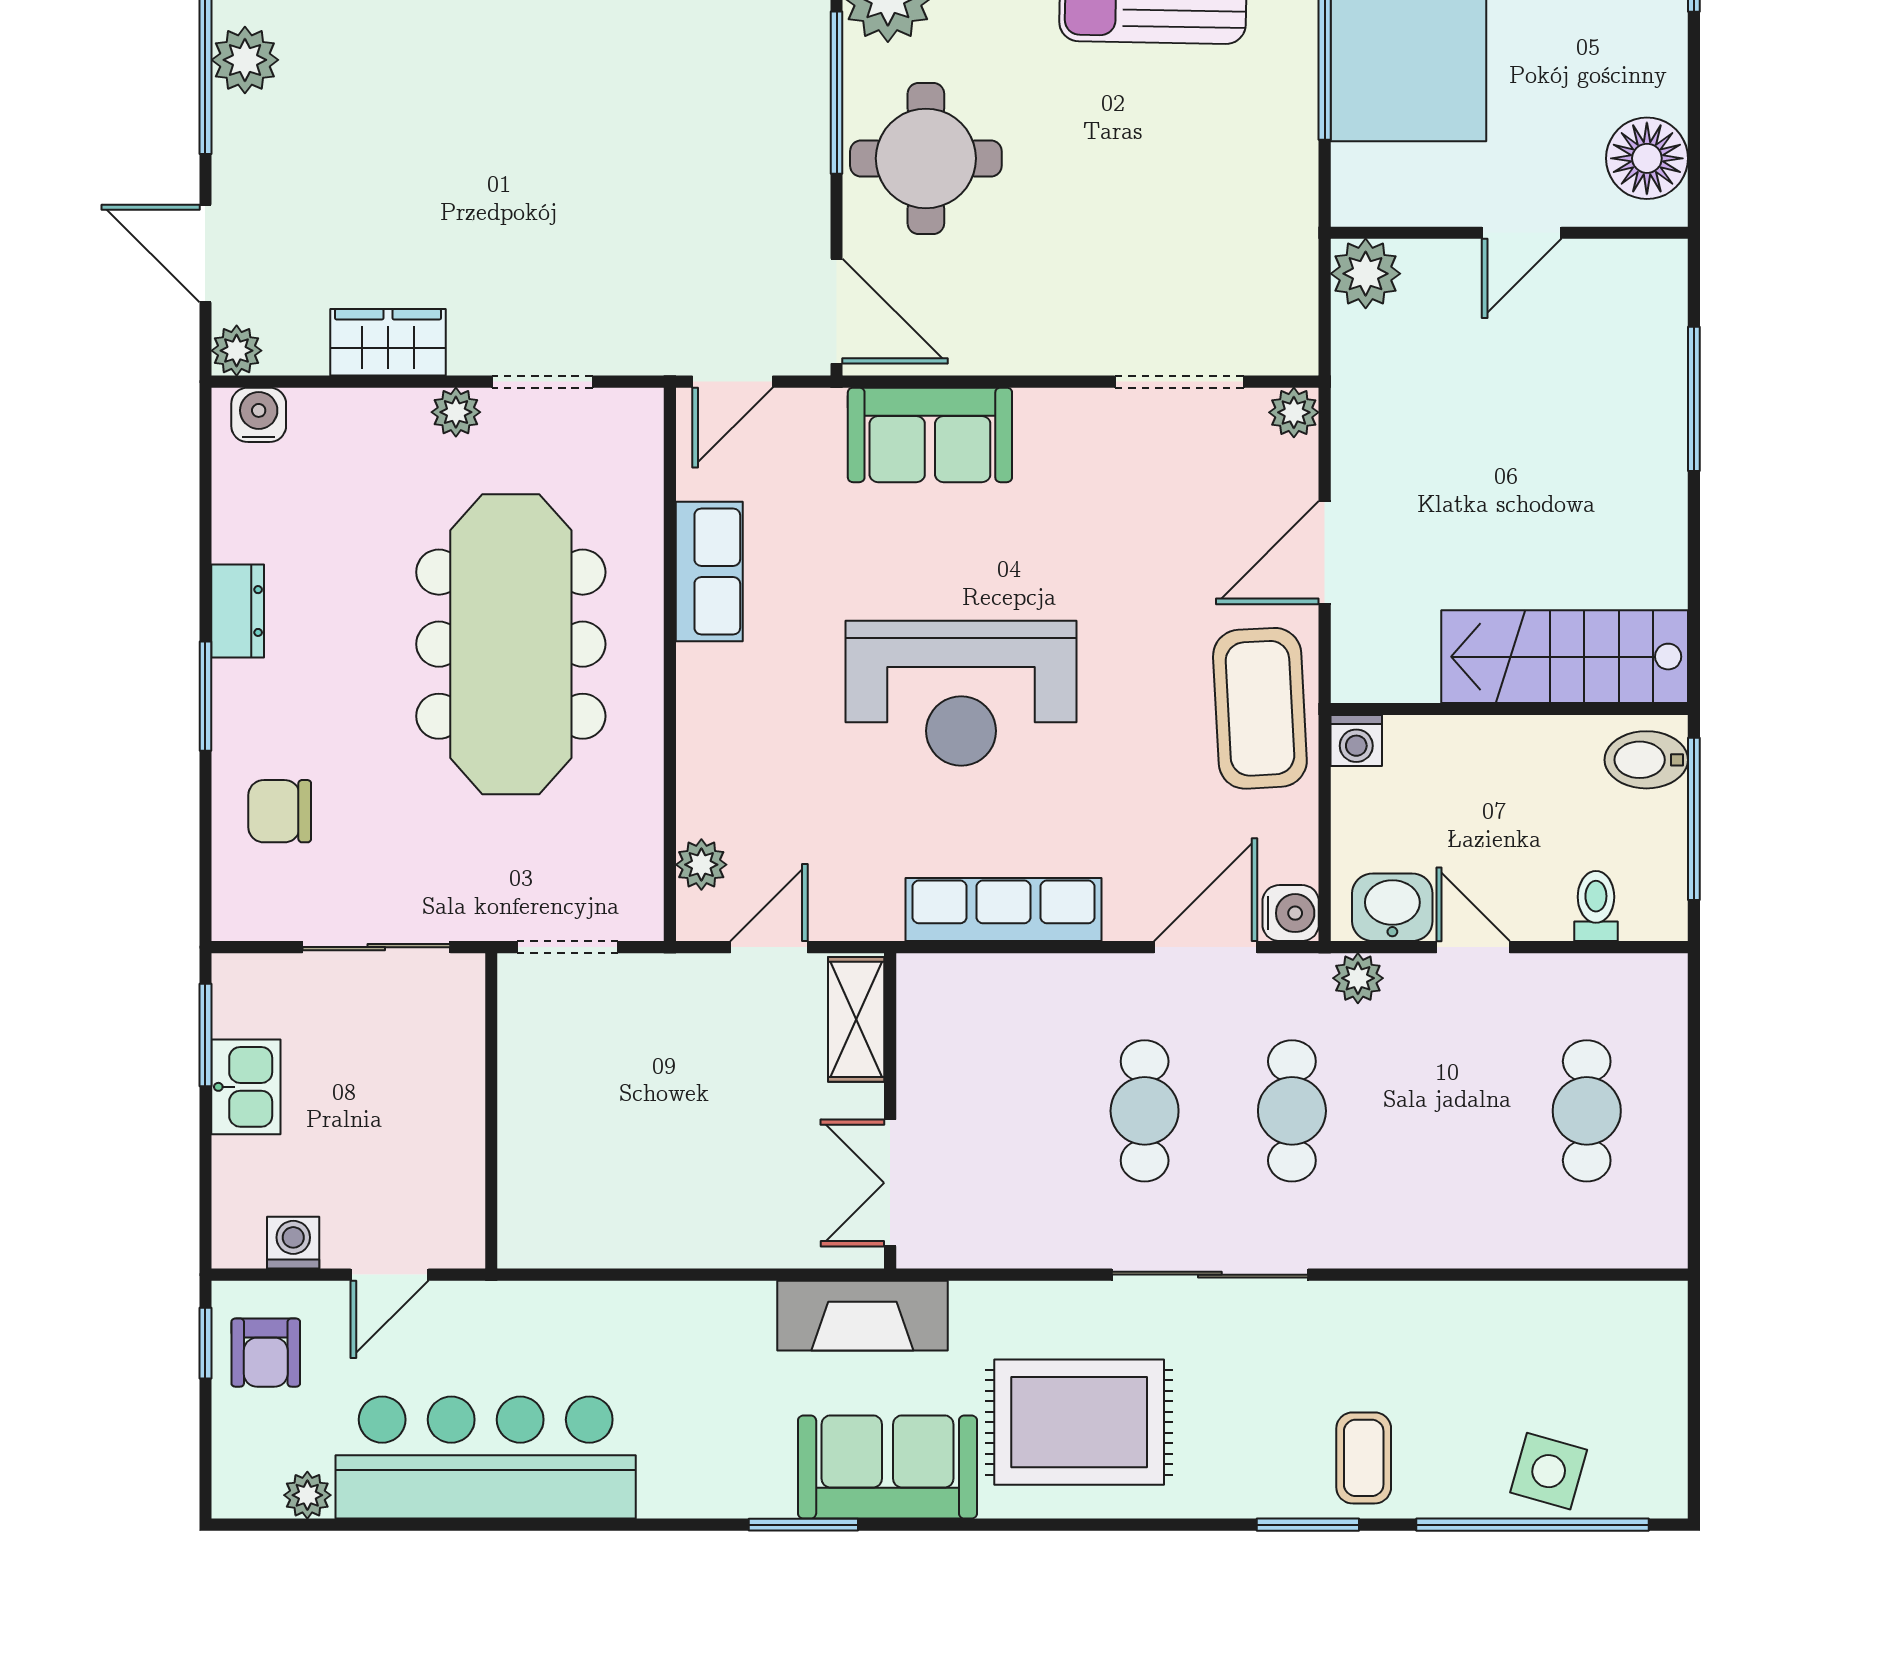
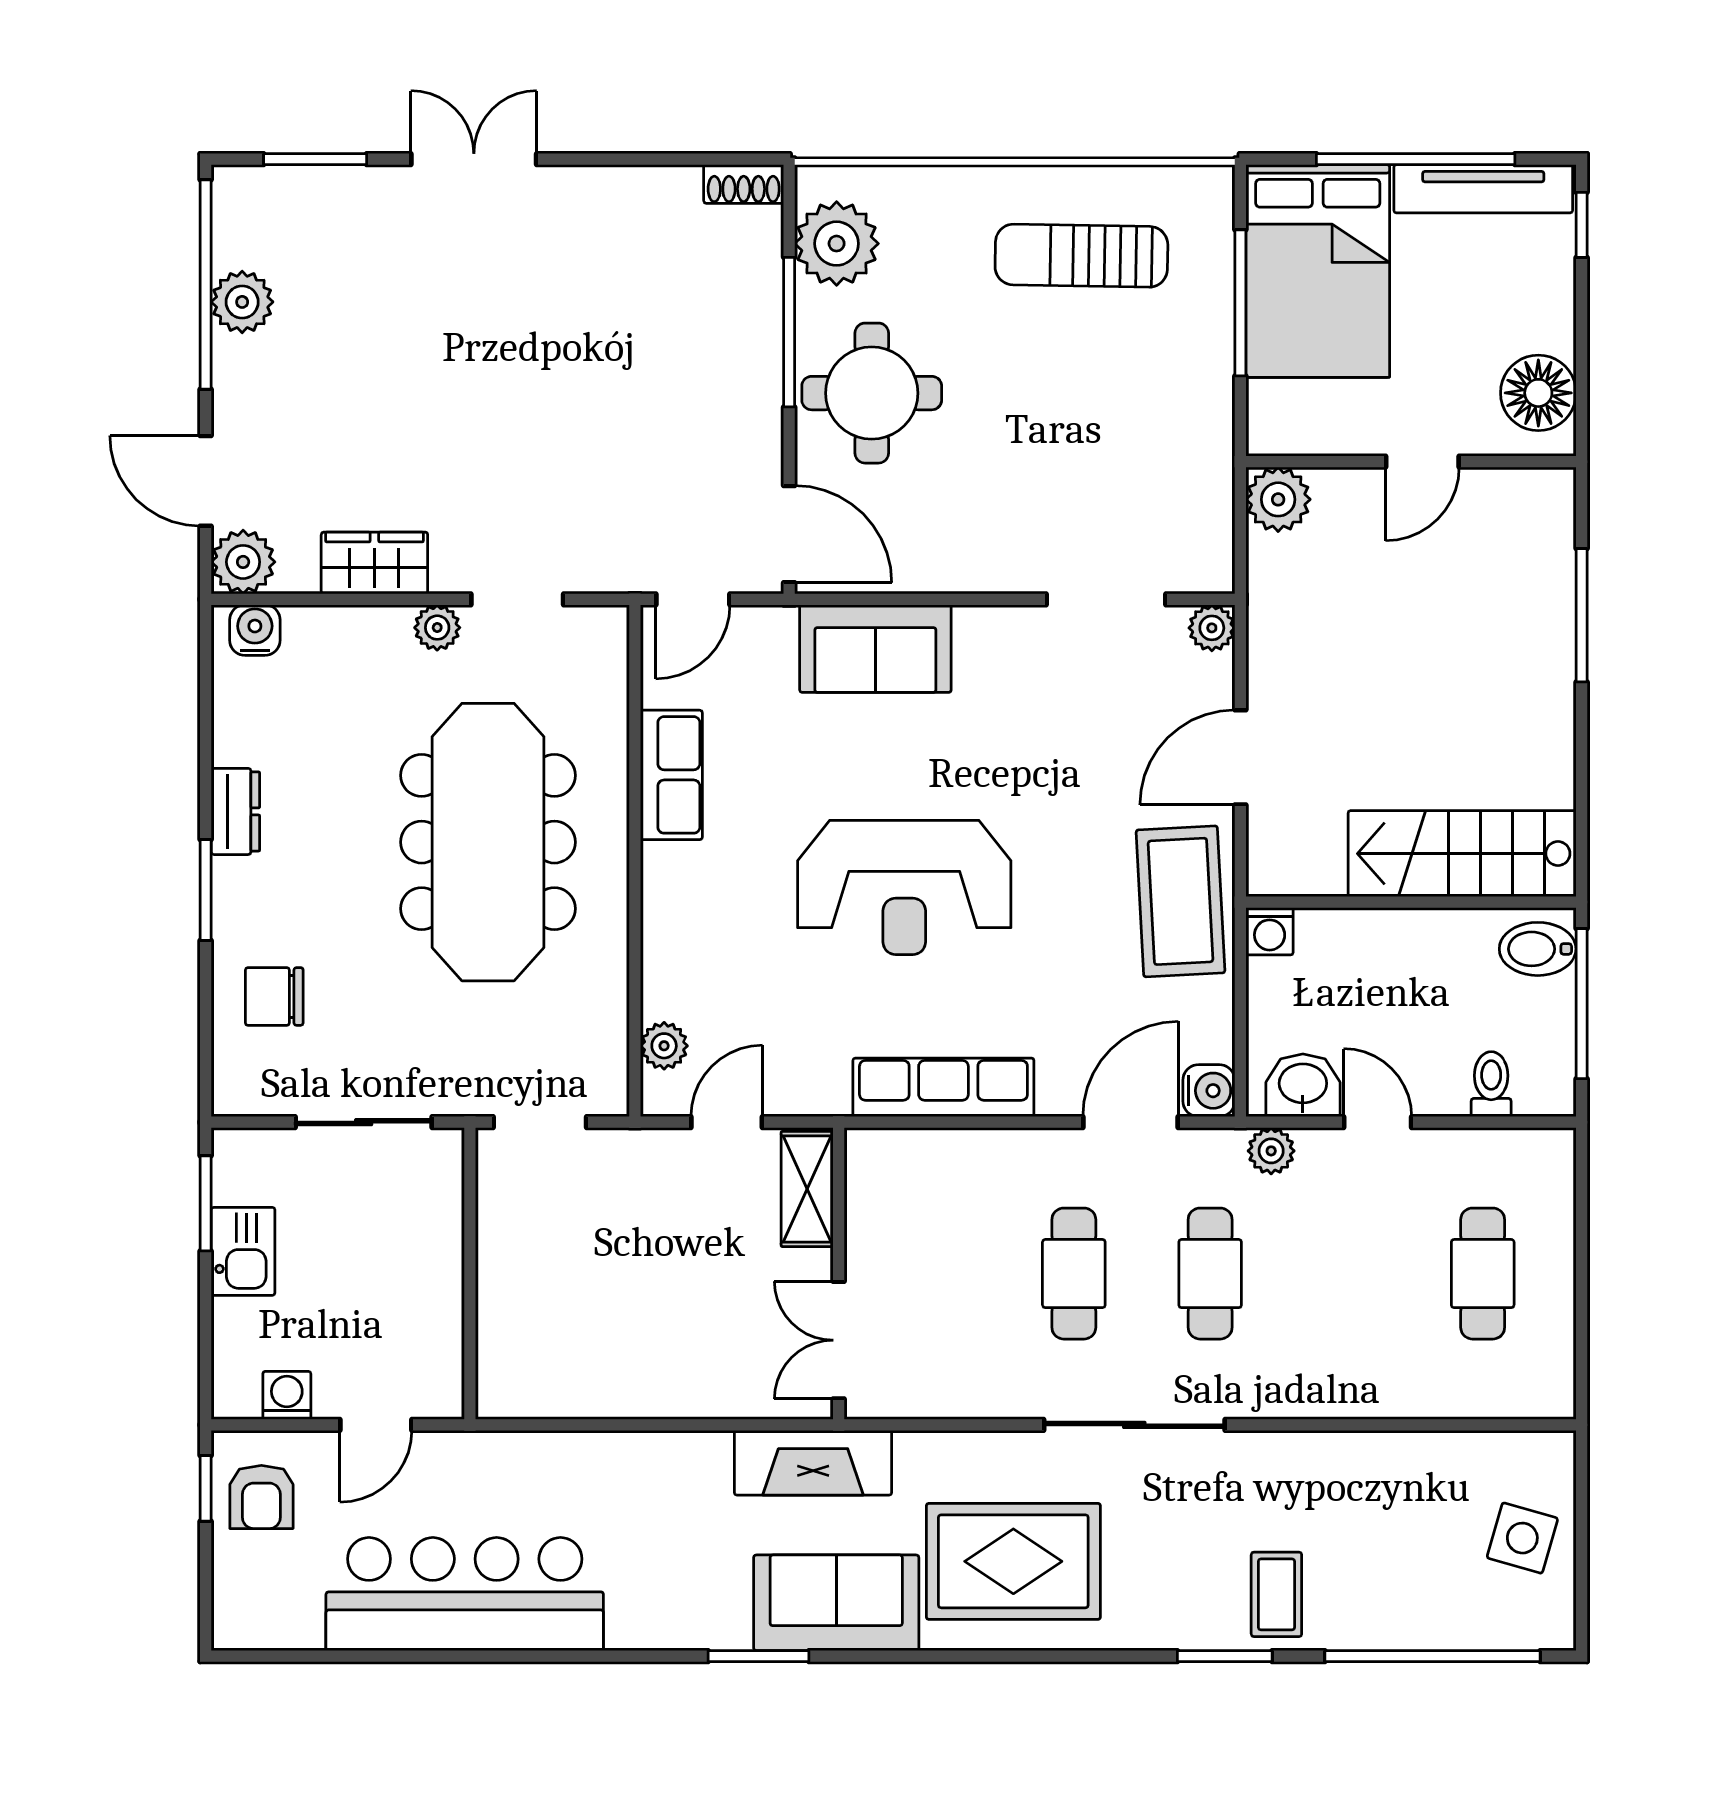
plant: (237, 351) -> (243, 562), width x1.38, depth x1.38
side table: (1549, 1471) -> (1522, 1538), moved
plant: (307, 1495) -> (300, 1629), removed

